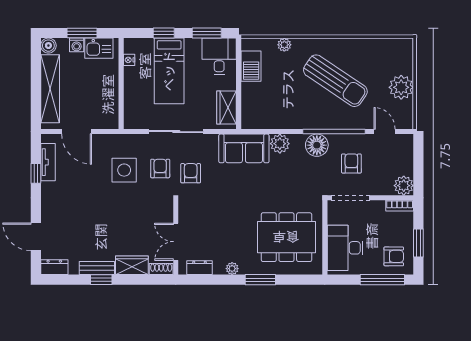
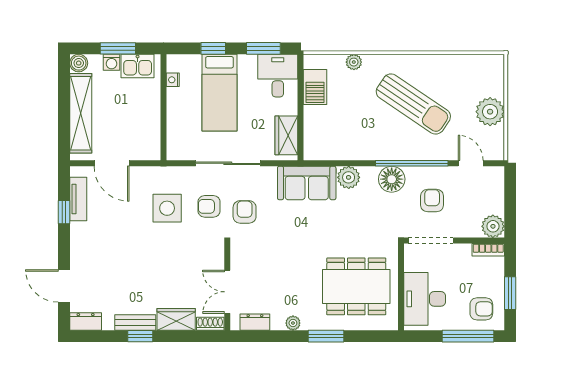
armchair: (160, 168) -> (209, 206), turned -90

